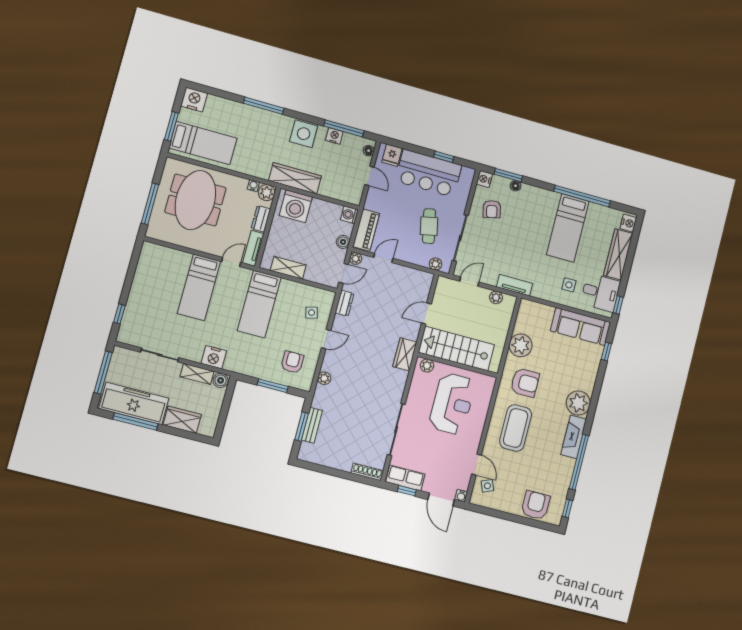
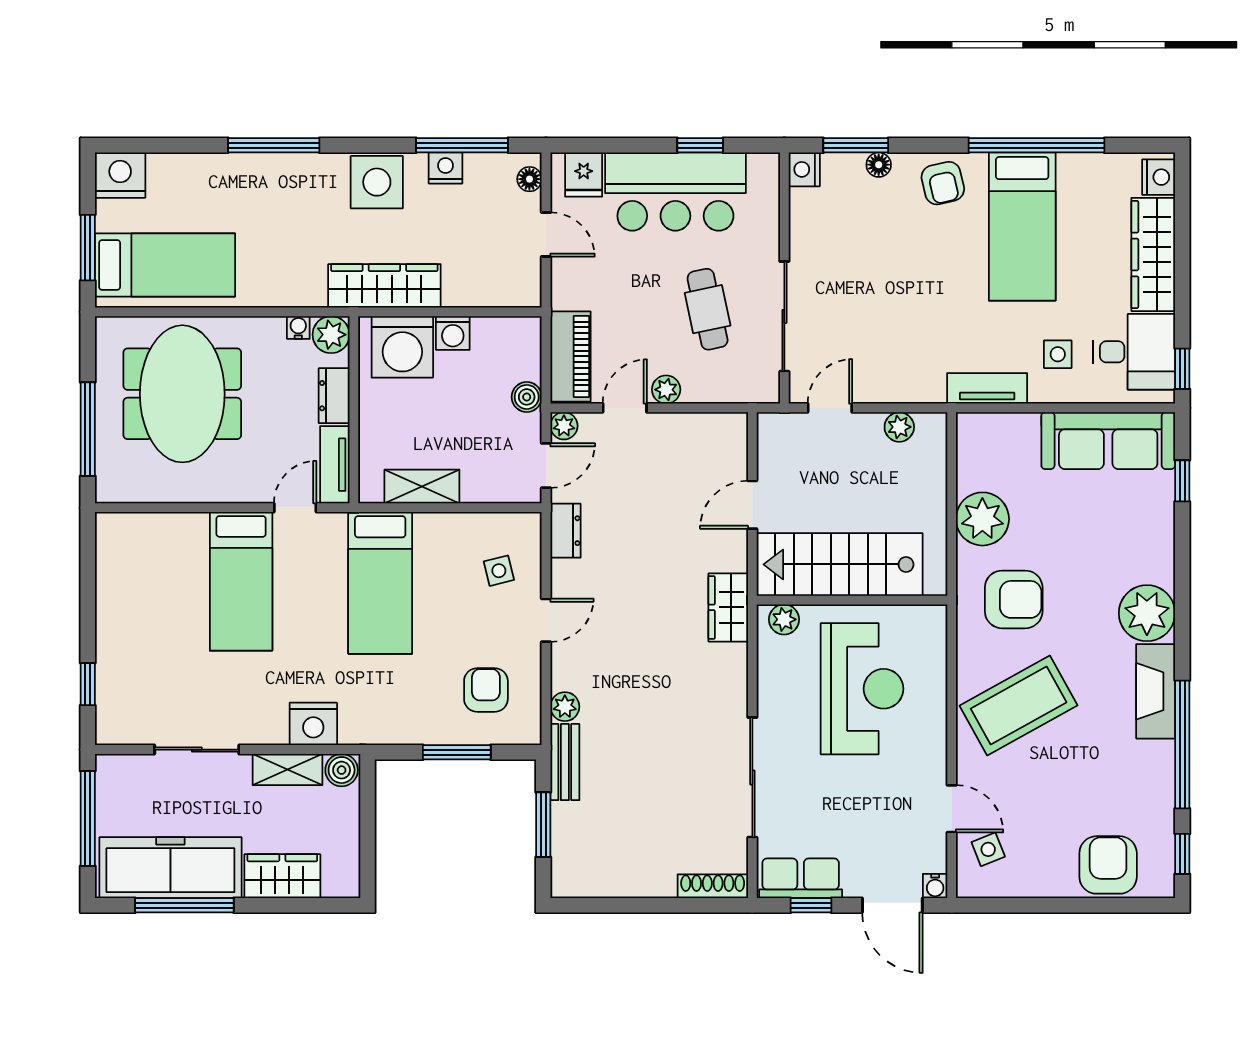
armchair: (492, 209) -> (943, 183), moved
washing machine: (349, 215) -> (453, 333), moved, turned -90
plant: (436, 264) -> (666, 390), moved
tv unit: (515, 285) -> (987, 388), moved
bench: (312, 425) -> (565, 762), moved
coffee table: (516, 428) -> (1019, 705), turned 61

